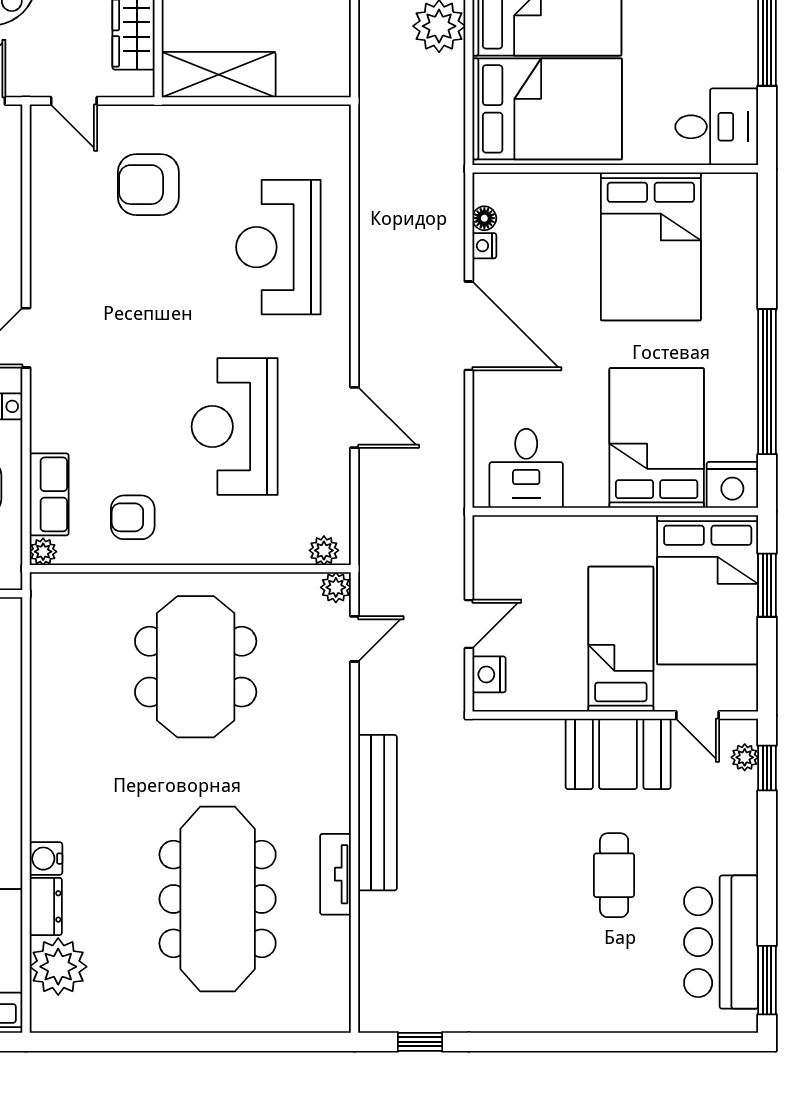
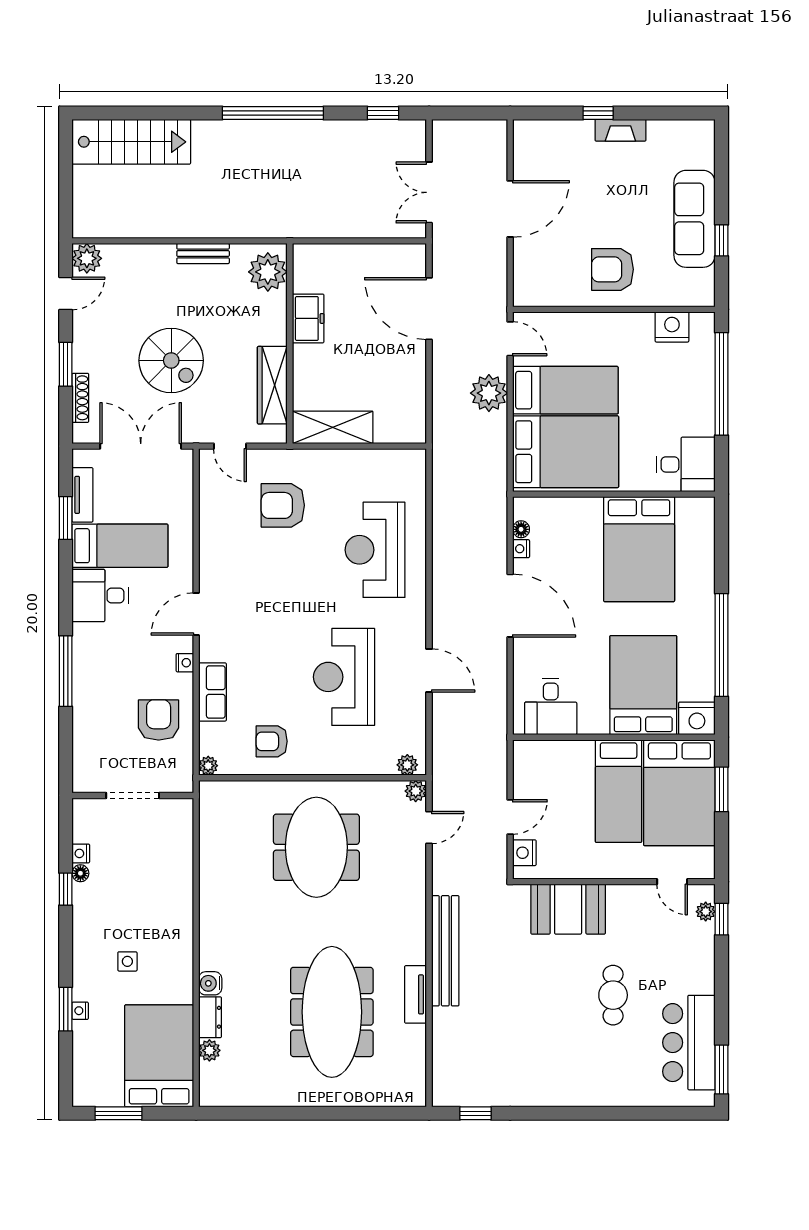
row of seats: (49, 494) -> (212, 692), moved
bed: (621, 639) -> (619, 791), moved, turned 180
booth: (618, 754) -> (568, 909), moved
plant: (58, 967) -> (209, 1050), width x0.53, depth x0.53

